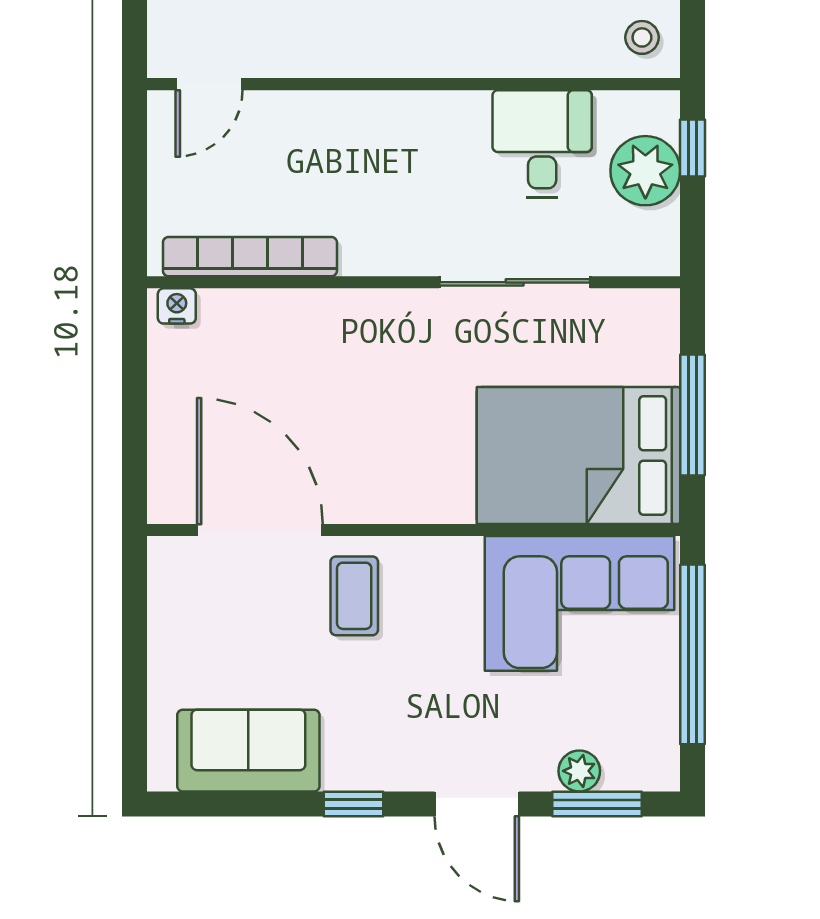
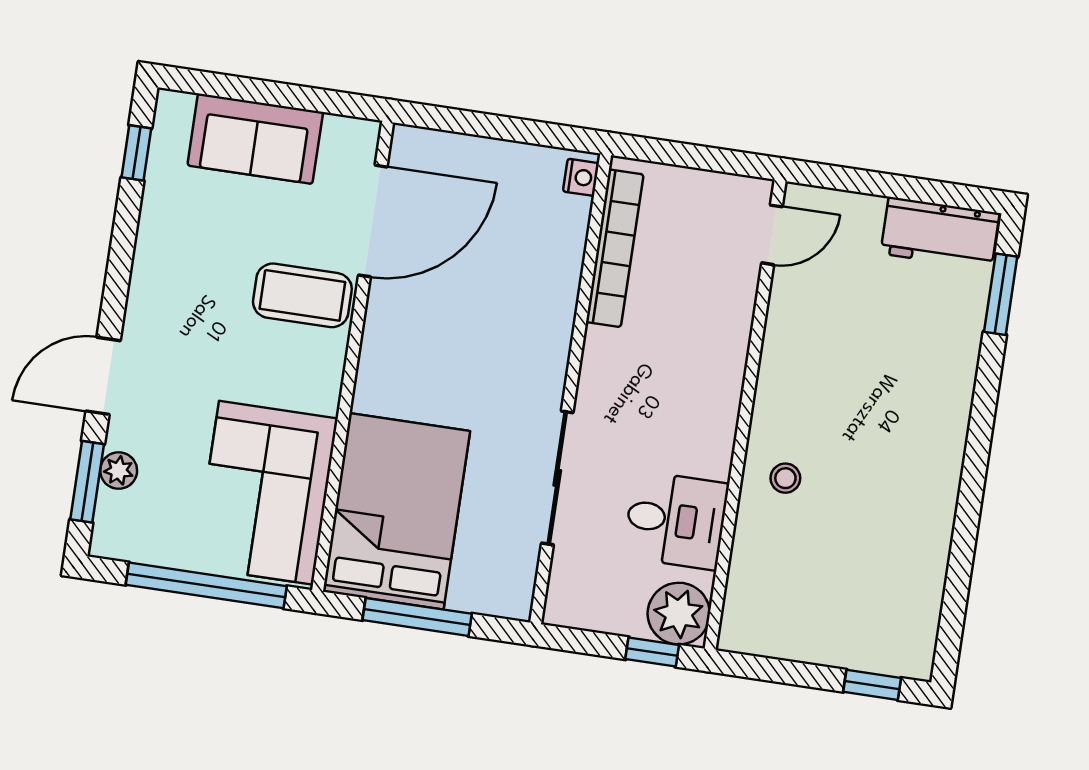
stool: (642, 37) -> (785, 478), moved
door: (209, 84) -> (772, 235), swing flipped
plant: (645, 171) -> (679, 614), moved
coffee table: (354, 596) -> (302, 295), width x1.36, depth x1.30
sofa: (248, 751) -> (255, 139), moved, turned 90
window: (354, 804) -> (136, 153), moved

